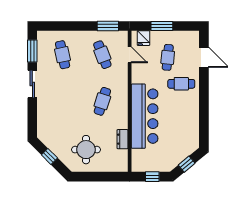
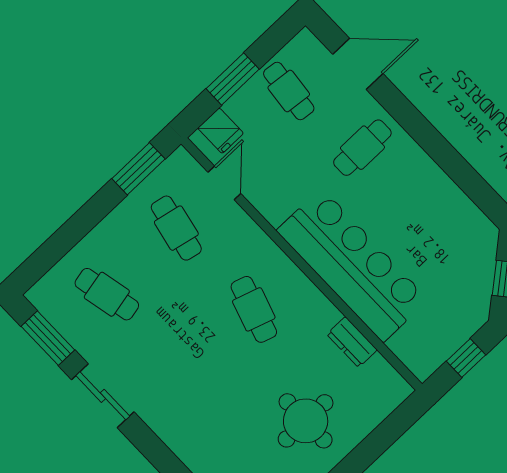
cafe table: (102, 55) -> (176, 228), turned 33
door: (130, 55) -> (224, 183), hinge flipped
cafe table: (168, 57) -> (289, 91), moved

